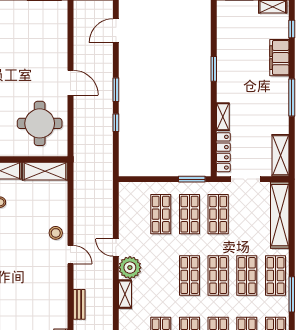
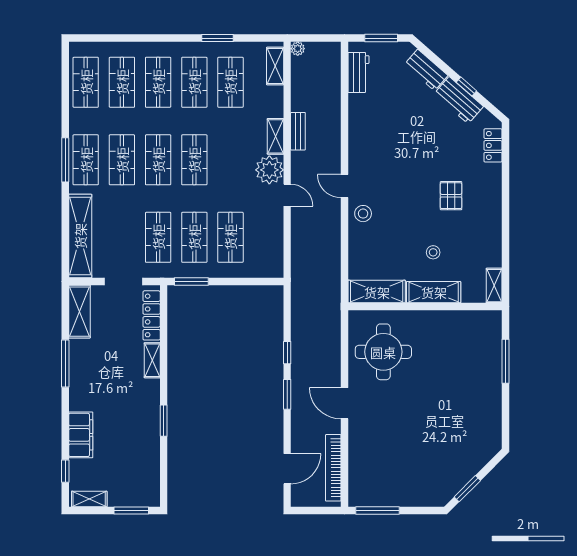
bookcase: (79, 32) -> (333, 468), added
window: (292, 97) -> (65, 364), moved
window: (292, 294) -> (65, 160), moved
bench: (79, 304) -> (298, 131), moved

